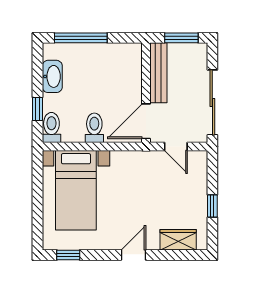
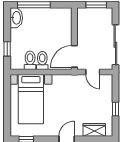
bench: (158, 73) -> (82, 26), removed
washbasin: (52, 76) -> (16, 18), moved
toilet: (51, 127) -> (30, 60), moved

